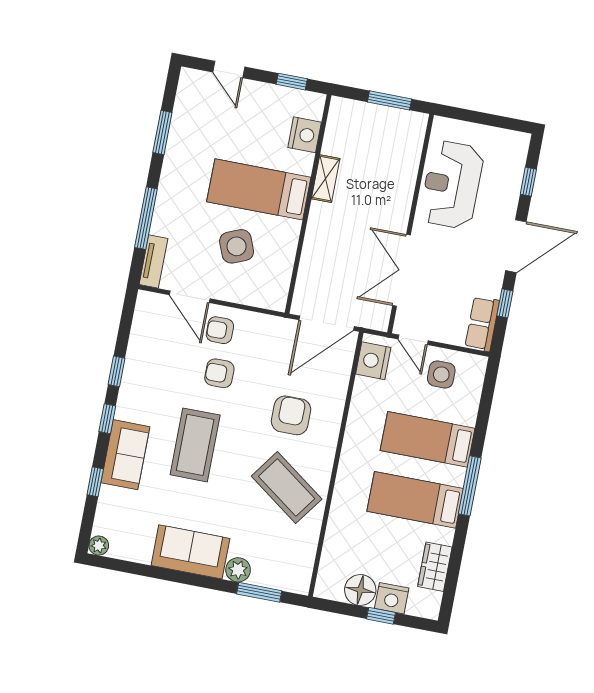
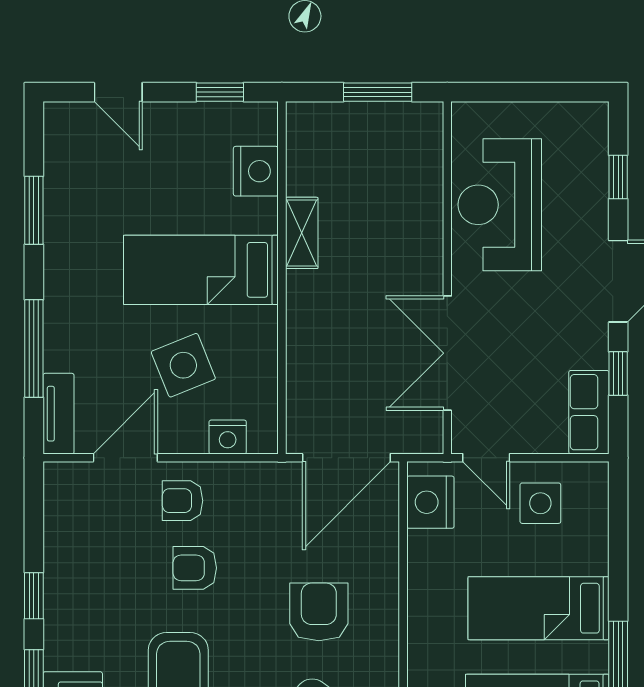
nightstand: (255, 296) -> (228, 437), added
door: (190, 297) -> (125, 458), swing flipped

